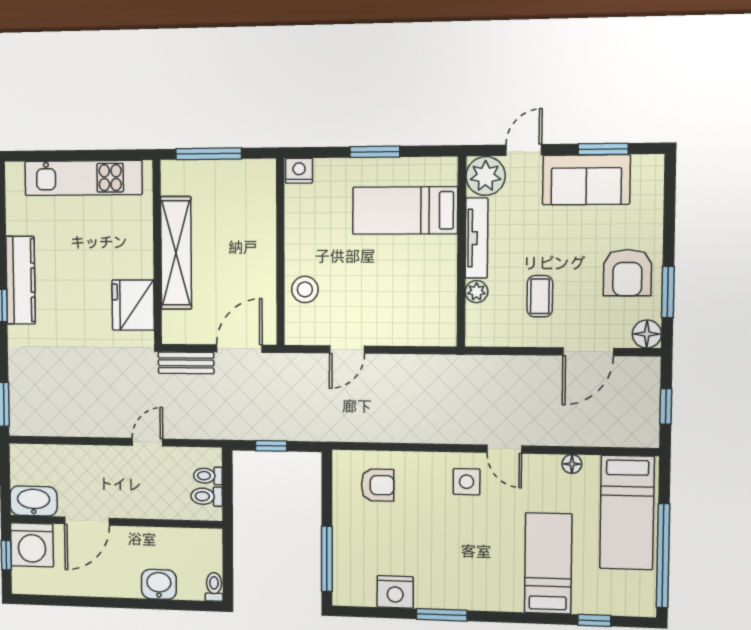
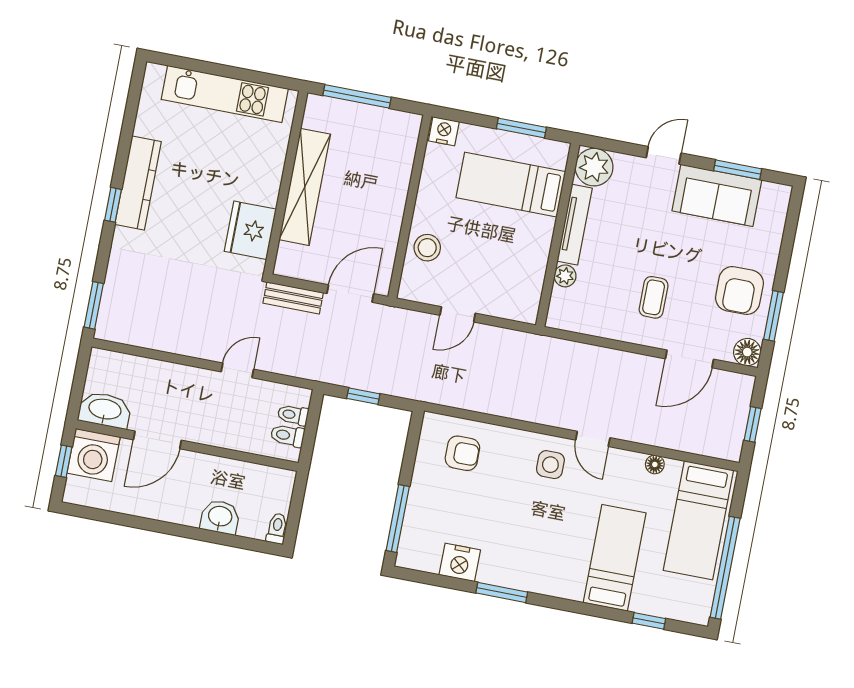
plant: (486, 176) -> (594, 167), moved
bed: (405, 210) -> (511, 185), moved
tv unit: (477, 238) -> (575, 225), moved
wall: (461, 252) -> (558, 235), moved
plant: (476, 292) -> (565, 276), moved

